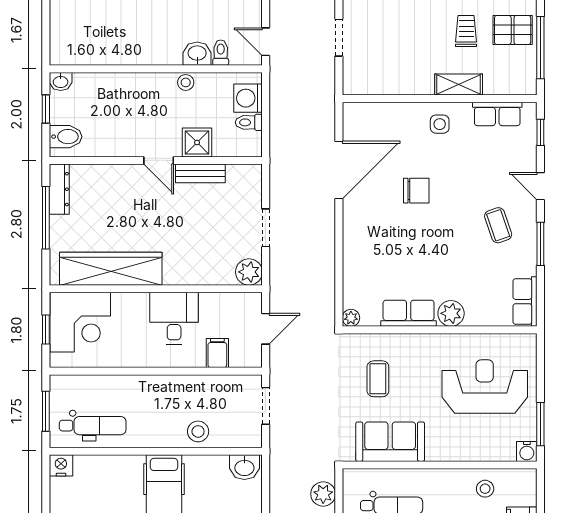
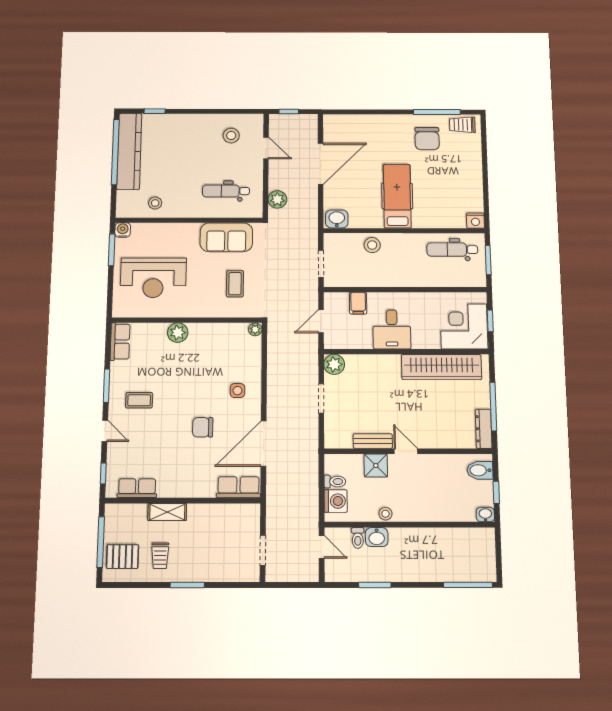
side table: (440, 124) -> (237, 391), moved
coffee table: (498, 225) -> (139, 400), turned -71
row of seats: (409, 313) -> (238, 487), moved, turned 180

